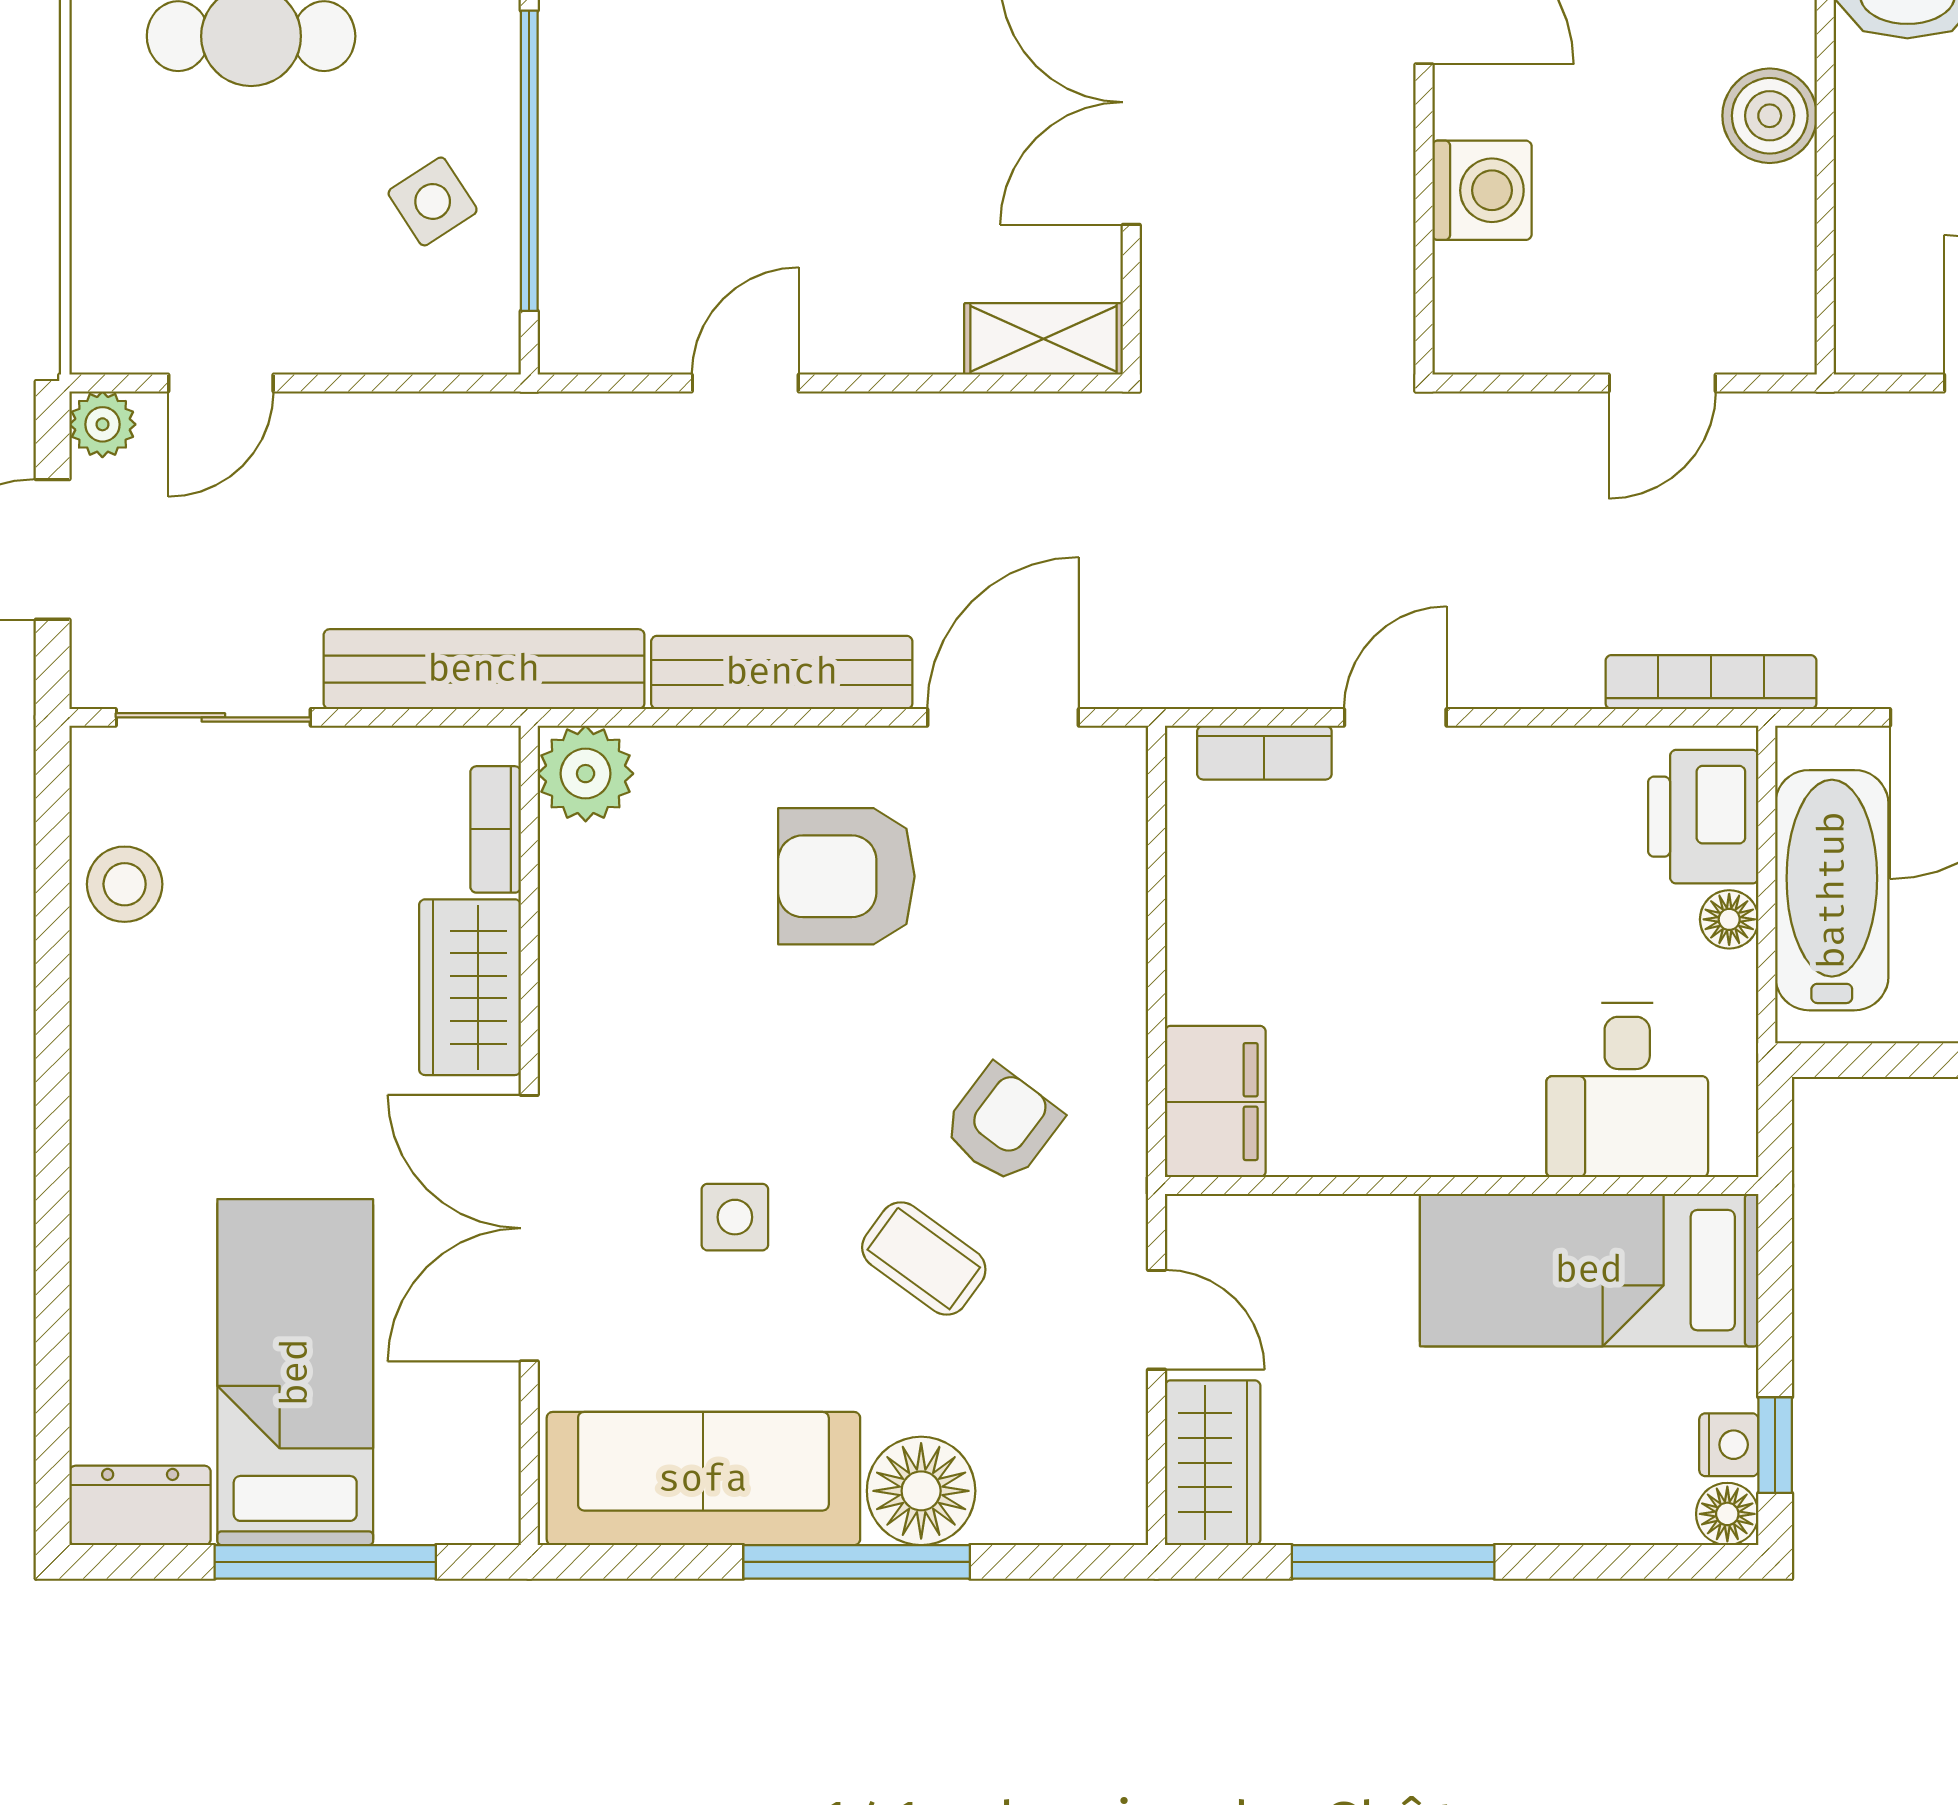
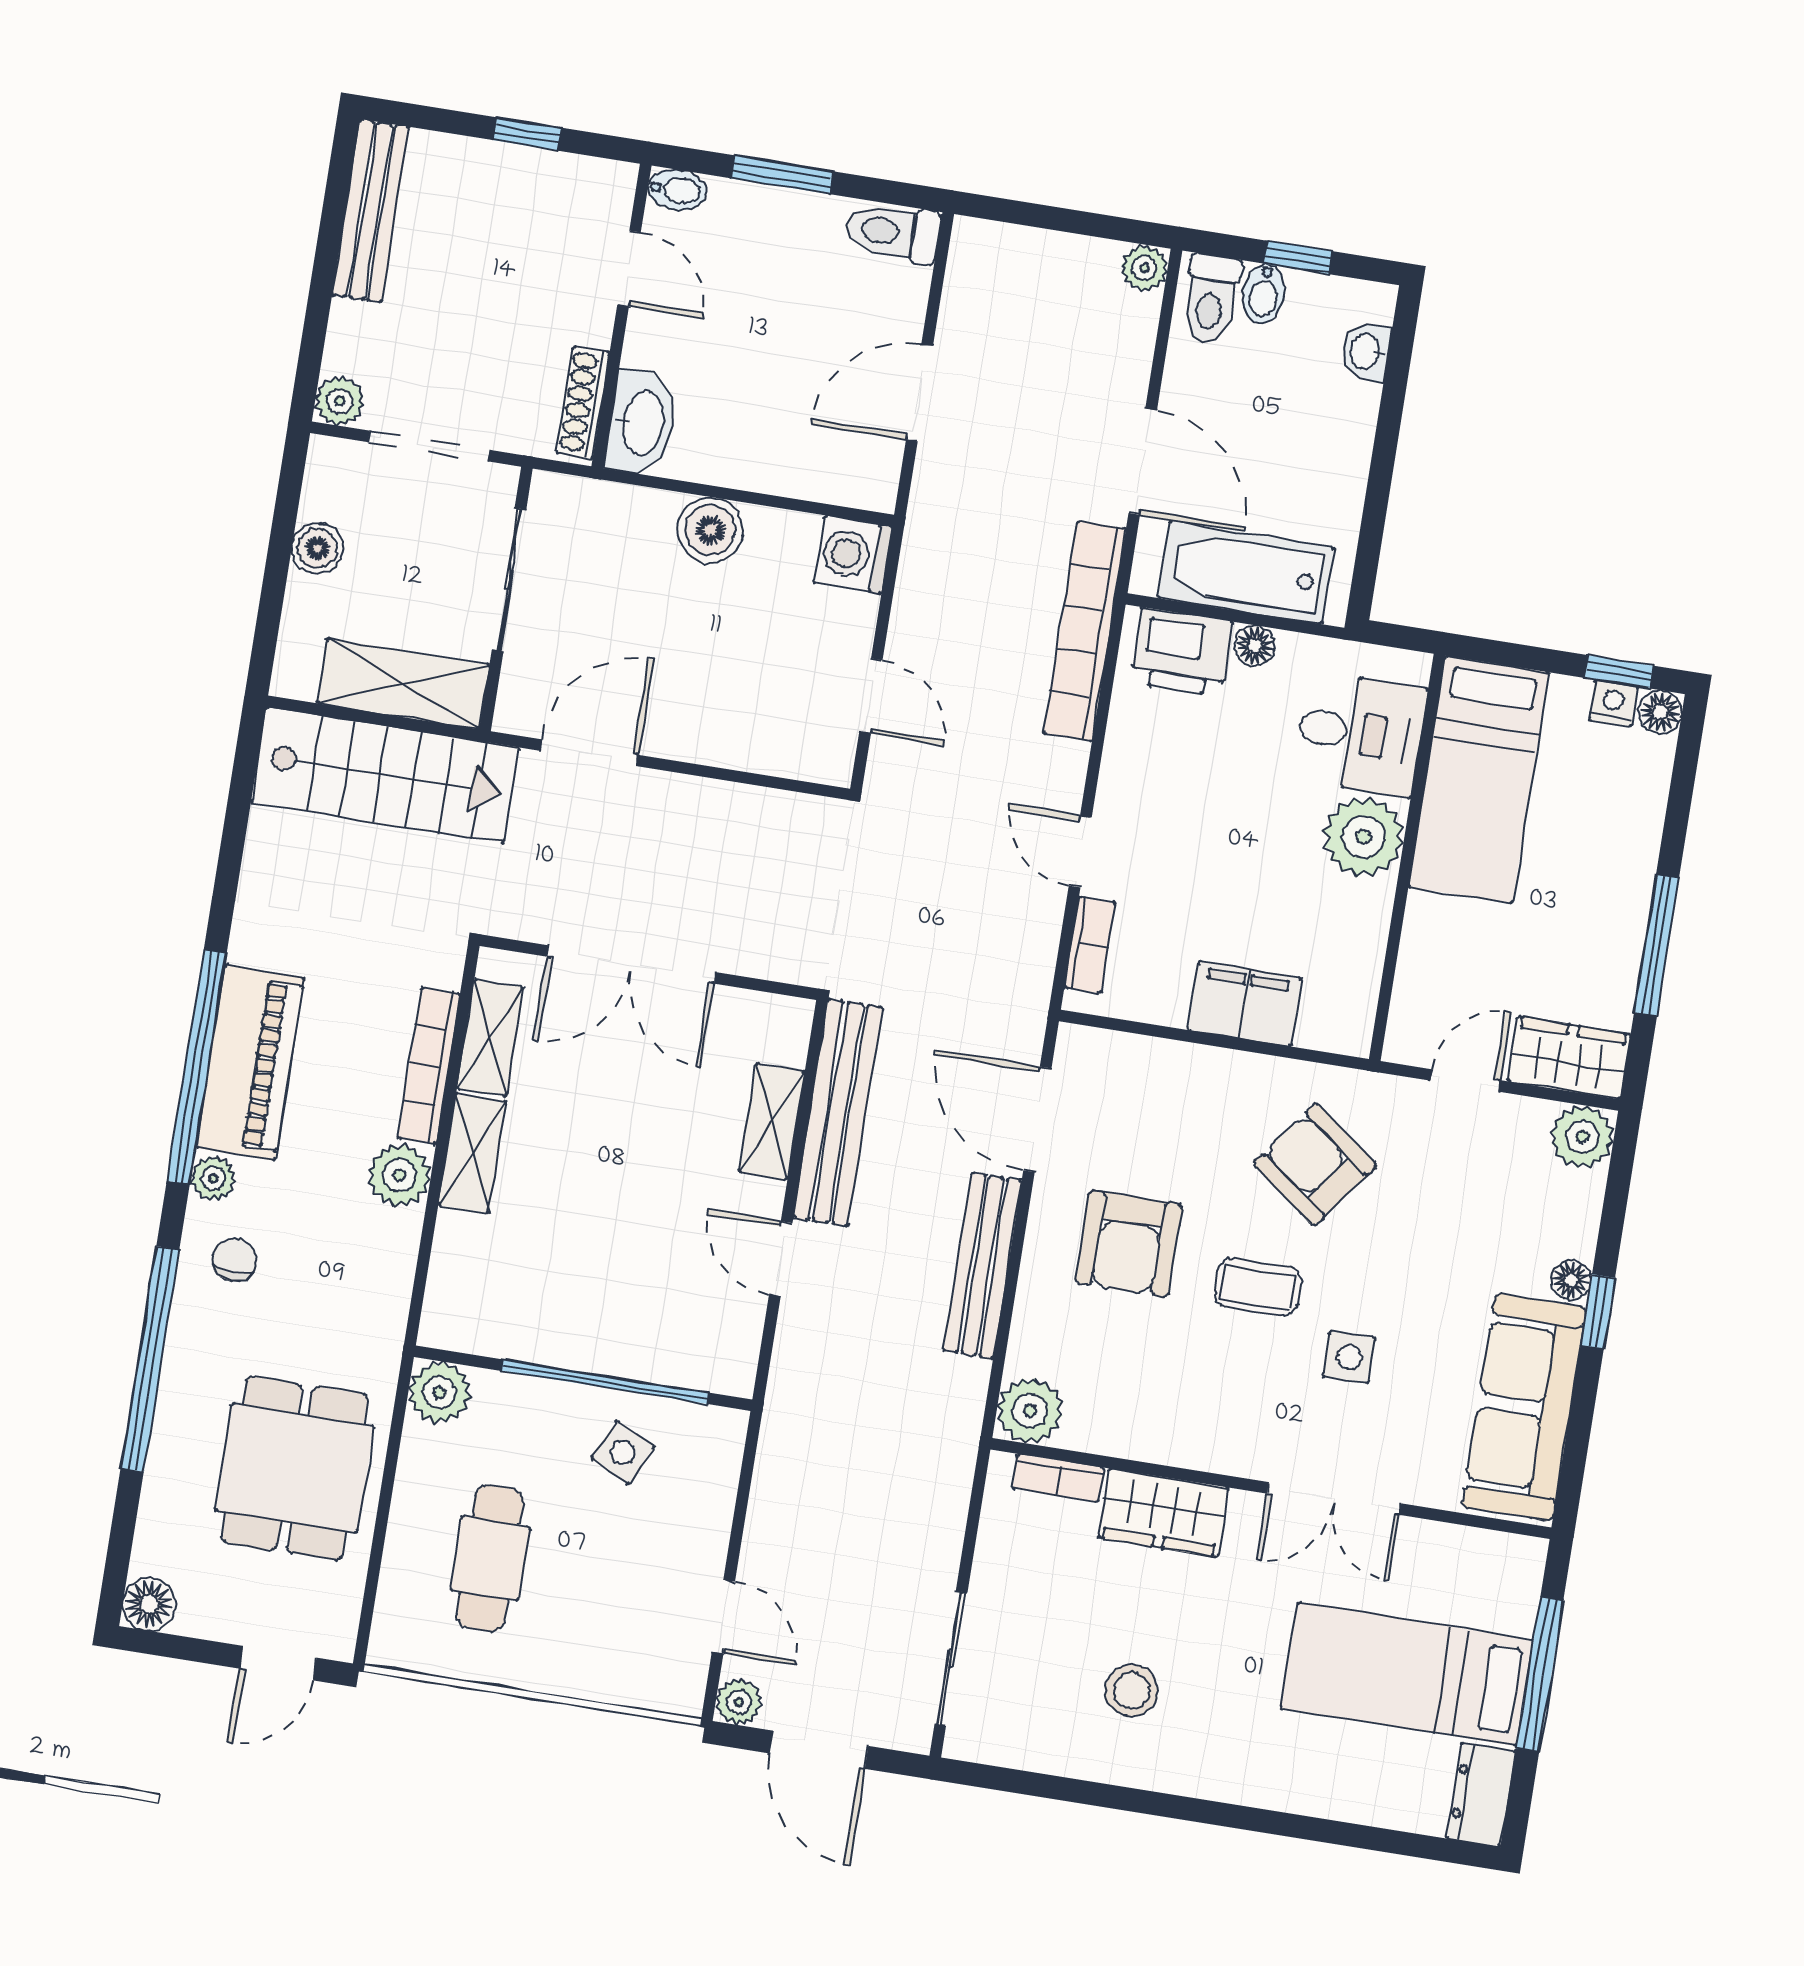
washing machine: (1482, 190) -> (853, 555), moved, turned -90
side table: (433, 201) -> (623, 1452), turned -31
shelving: (1043, 339) -> (772, 1122), moved
door: (1662, 383) -> (871, 696), moved
bench: (484, 669) -> (838, 1112), moved
bookcase: (1711, 682) -> (1085, 631), width x1.48, depth x1.31
stool: (125, 884) -> (1131, 1691), moved
filing cabinet: (1215, 1102) -> (1245, 1004), moved
plant: (1481, 1119) -> (1364, 837), added
armchair: (1002, 1124) -> (1315, 1164), width x1.38, depth x1.38
double door: (529, 1228) -> (1334, 1499), width x0.73
coffee table: (924, 1258) -> (1258, 1287), moved, turned 54
floor lamp: (921, 1491) -> (1571, 1280), width x0.53, depth x0.53
plant: (1103, 1500) -> (1582, 1137), added
window: (857, 1562) -> (1598, 1312), width x0.46

